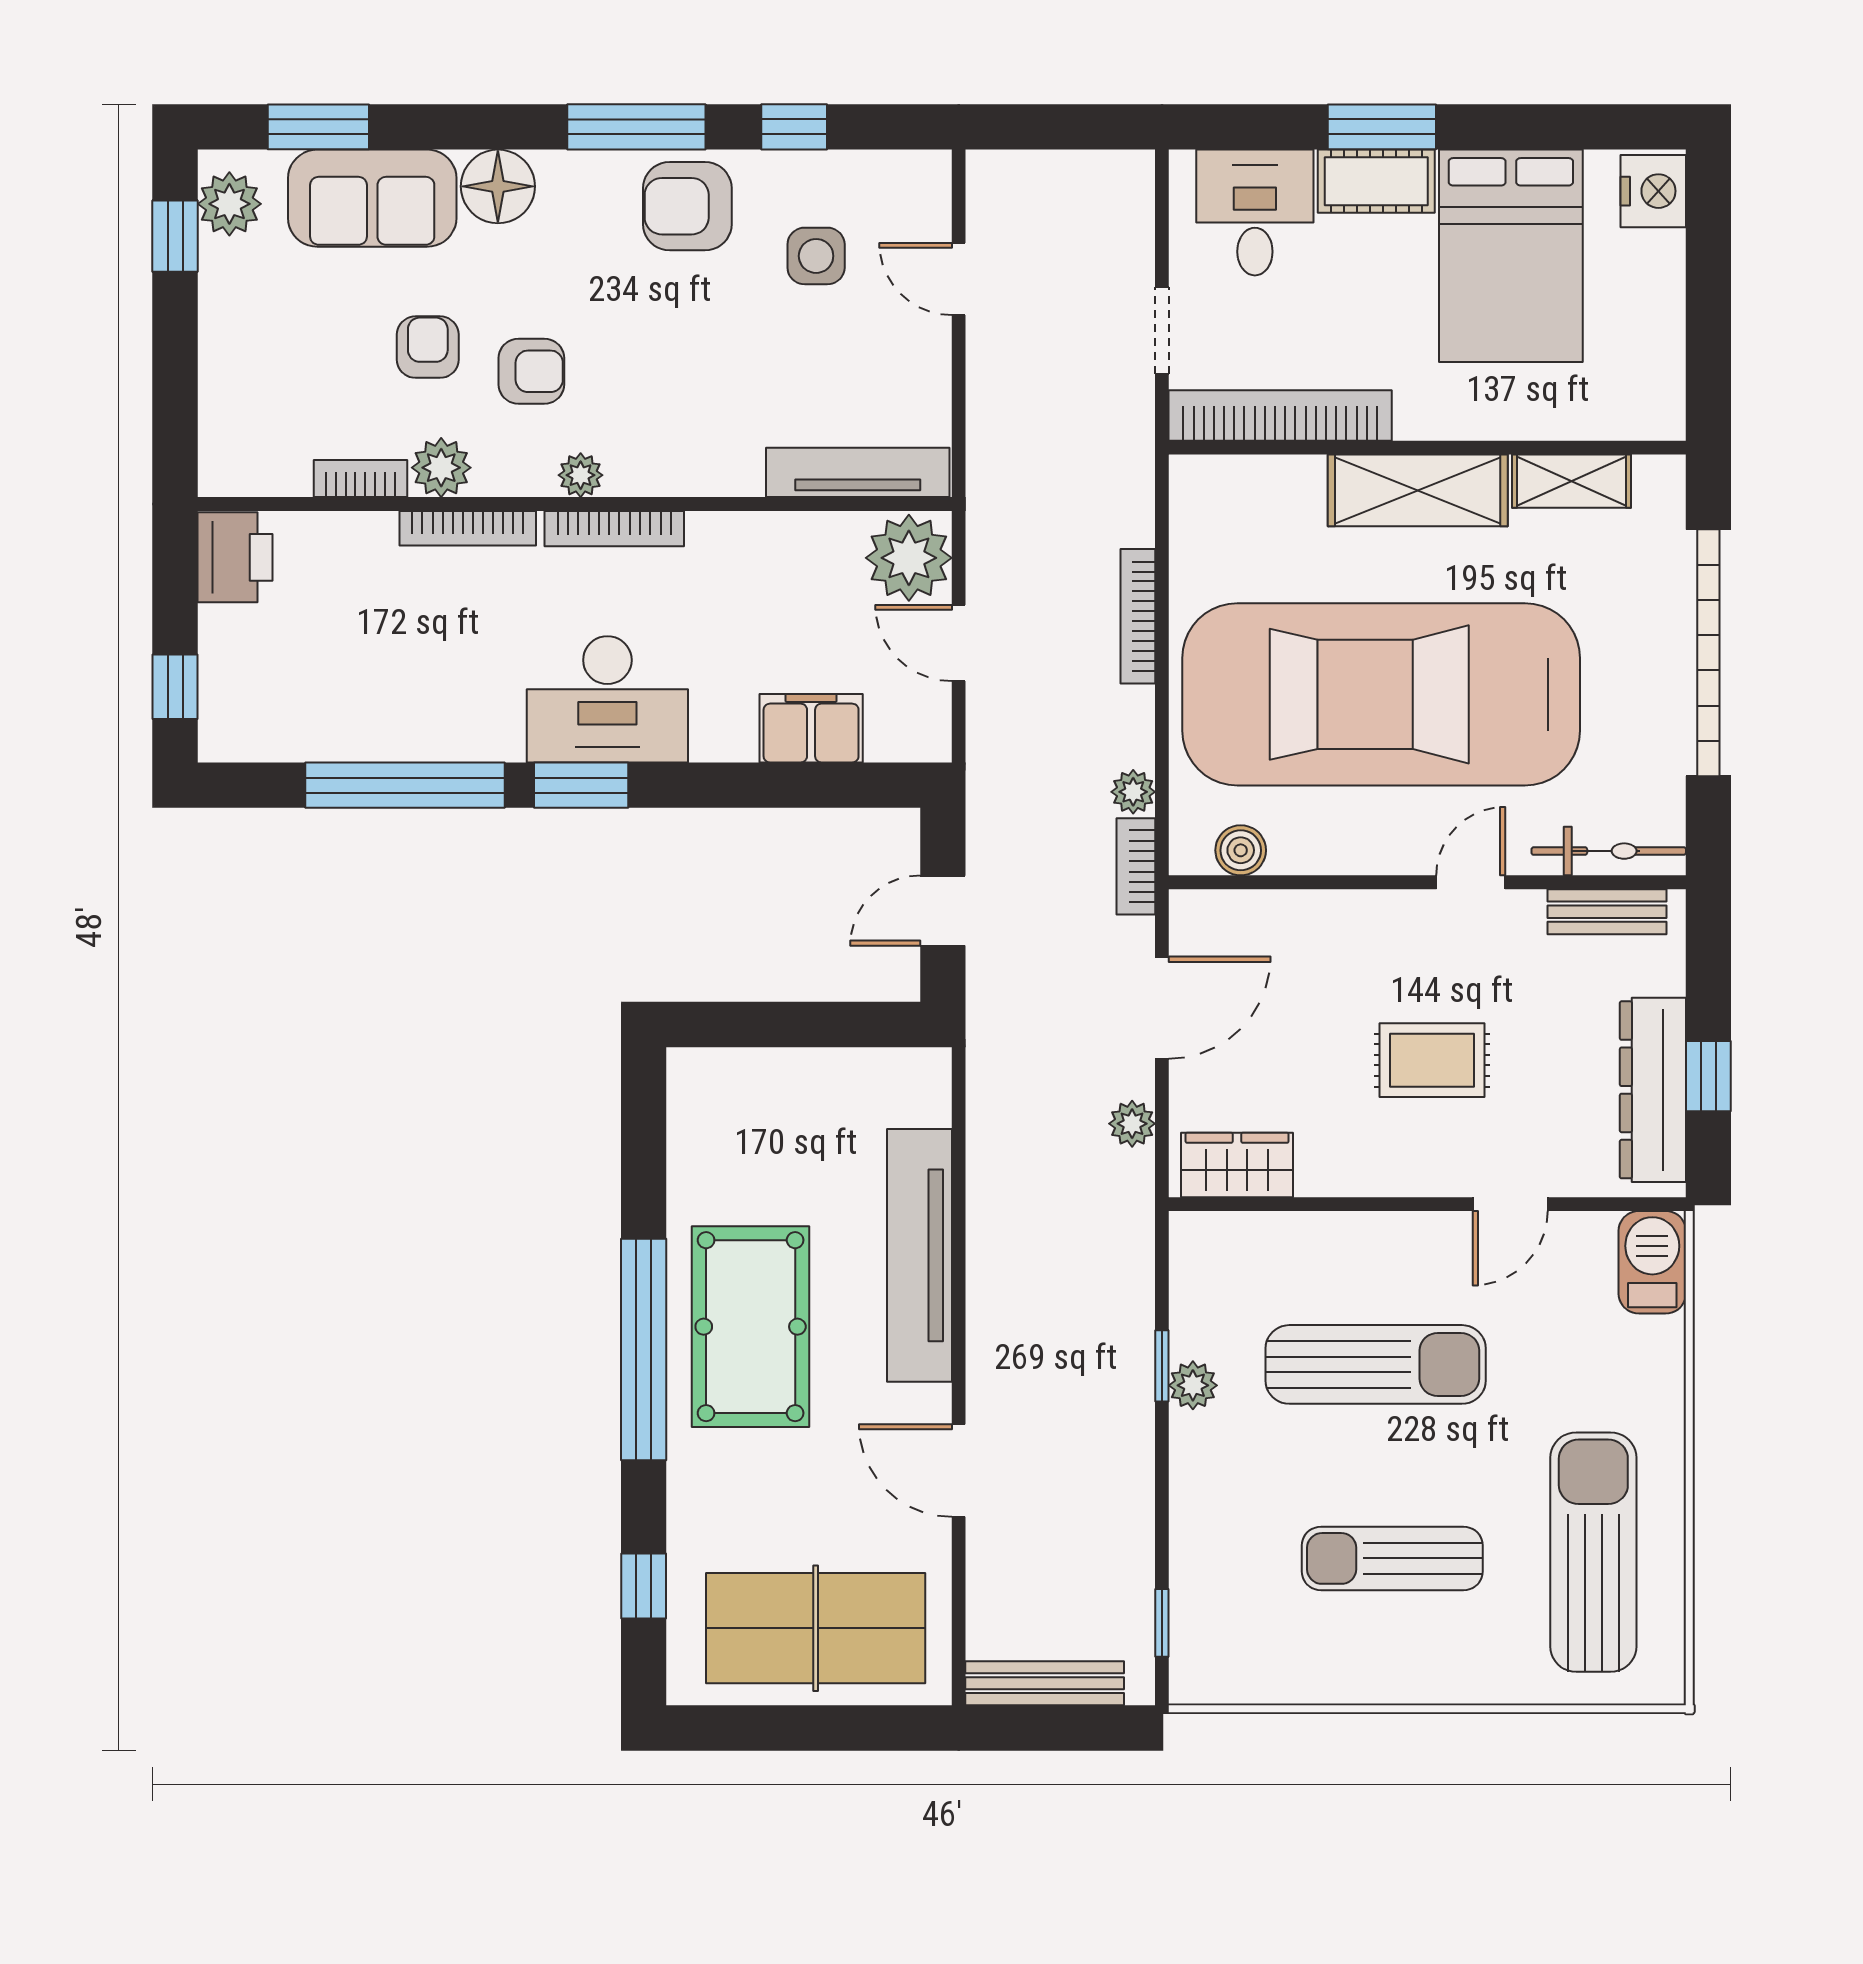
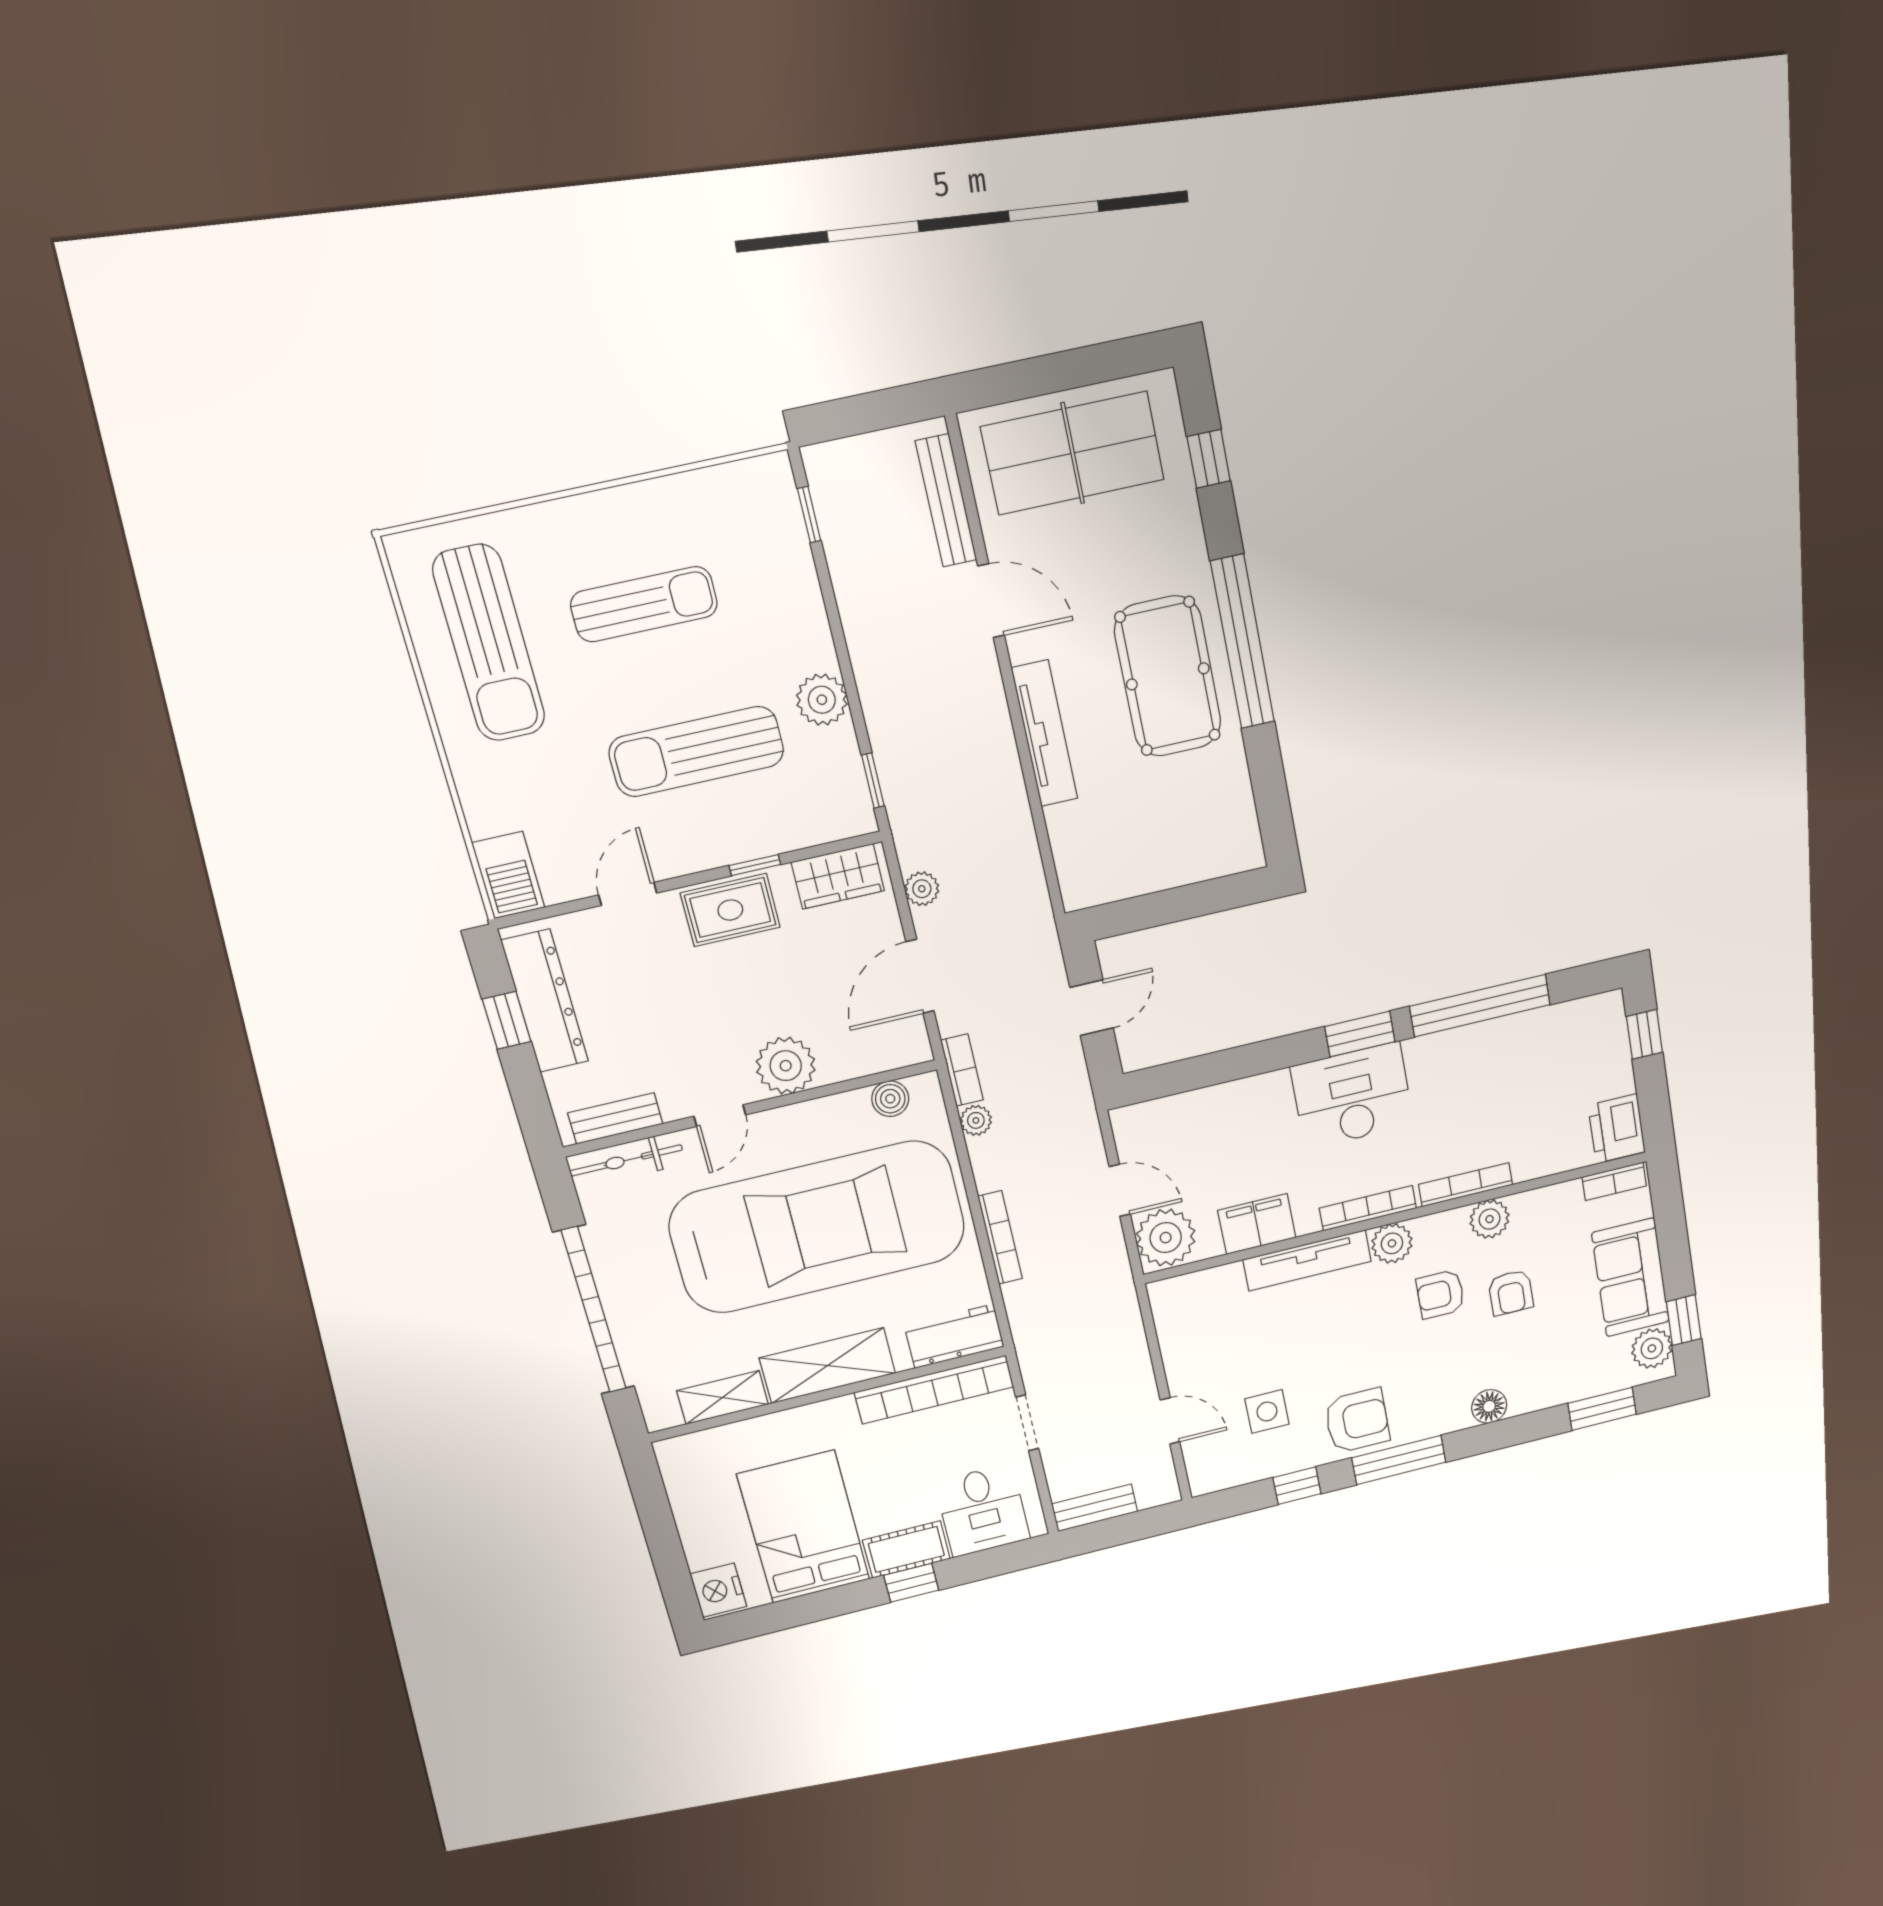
window: (1382, 127) -> (911, 1583), width x0.67
bench: (1095, 173) -> (1095, 1508), added
floor lamp: (498, 186) -> (1489, 1406), width x0.73, depth x0.73
sofa: (372, 198) -> (1630, 1277), moved, turned -90
tv unit: (858, 472) -> (1307, 1260), moved
plant: (581, 475) -> (1392, 1243), width x1.38, depth x1.38
bookcase: (360, 479) -> (1614, 1181), moved
workbench: (1234, 488) -> (954, 1336), added
filing cabinet: (811, 728) -> (1257, 1224), moved, turned 180
plant: (1367, 929) -> (786, 1066), added
rug: (1432, 1060) -> (730, 910), moved
window: (1340, 1204) -> (755, 865), added
tv unit: (919, 1255) -> (1045, 734), width x0.73, depth x0.78
window: (1162, 1366) -> (873, 781), moved
plant: (1193, 1385) -> (822, 700), width x1.38, depth x1.38
bench: (1045, 1683) -> (946, 501), moved, turned 90

